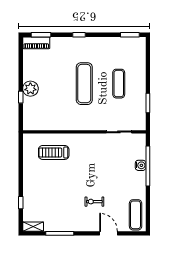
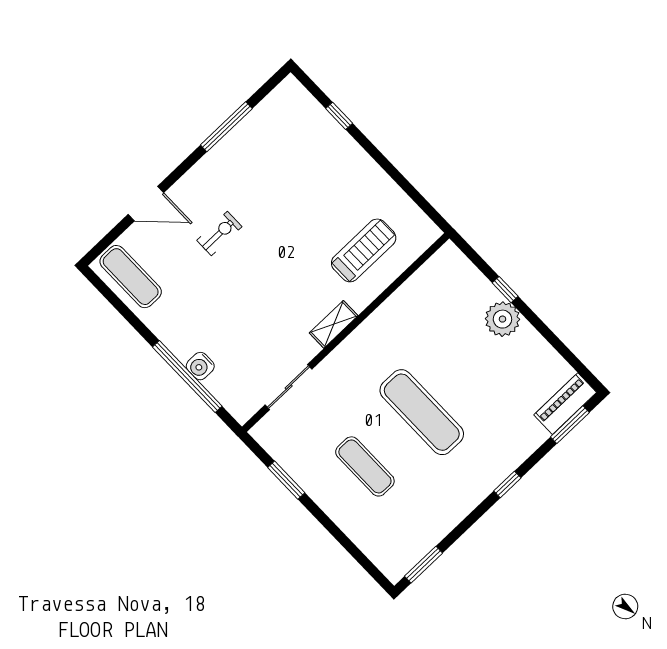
shelving: (33, 227) -> (334, 324), moved

